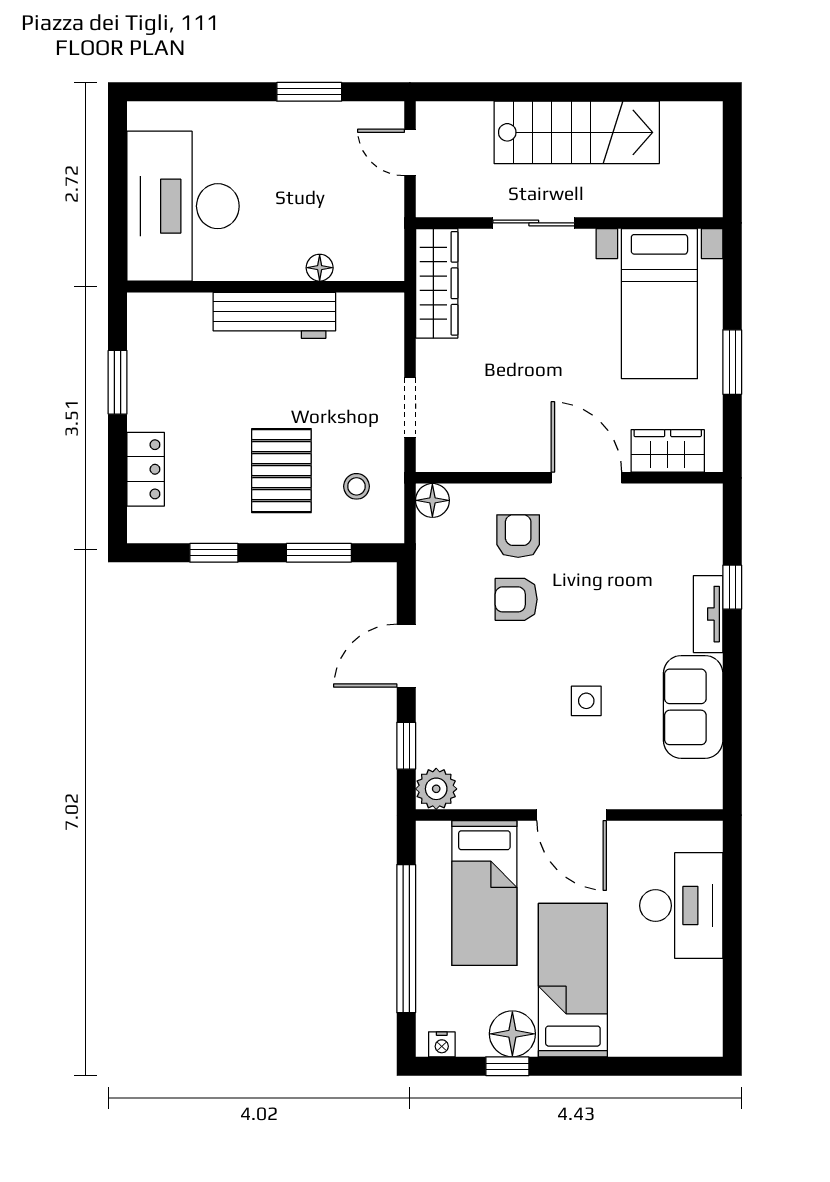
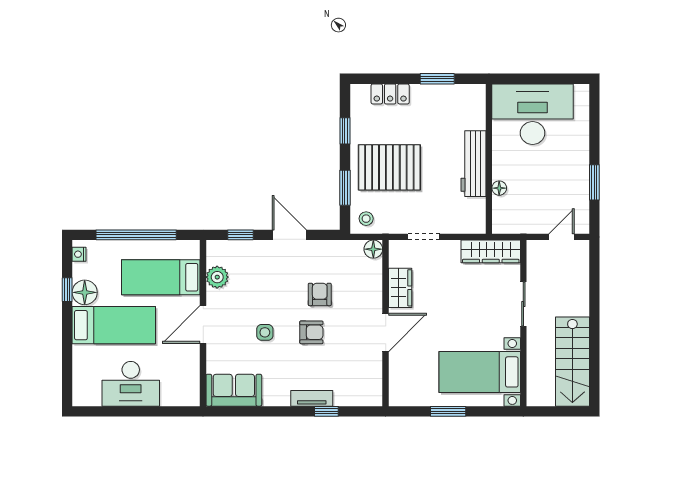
stairs: (577, 132) -> (572, 362), moved
wardrobe: (668, 451) -> (400, 288), moved
pallet: (281, 471) -> (389, 167), width x1.37, depth x1.41
stool: (356, 486) -> (366, 219), moved
armchair: (518, 536) -> (311, 332), moved
sofa: (693, 707) -> (234, 390), moved
plant: (436, 789) -> (217, 277), moved
desk: (681, 906) -> (131, 384), moved

